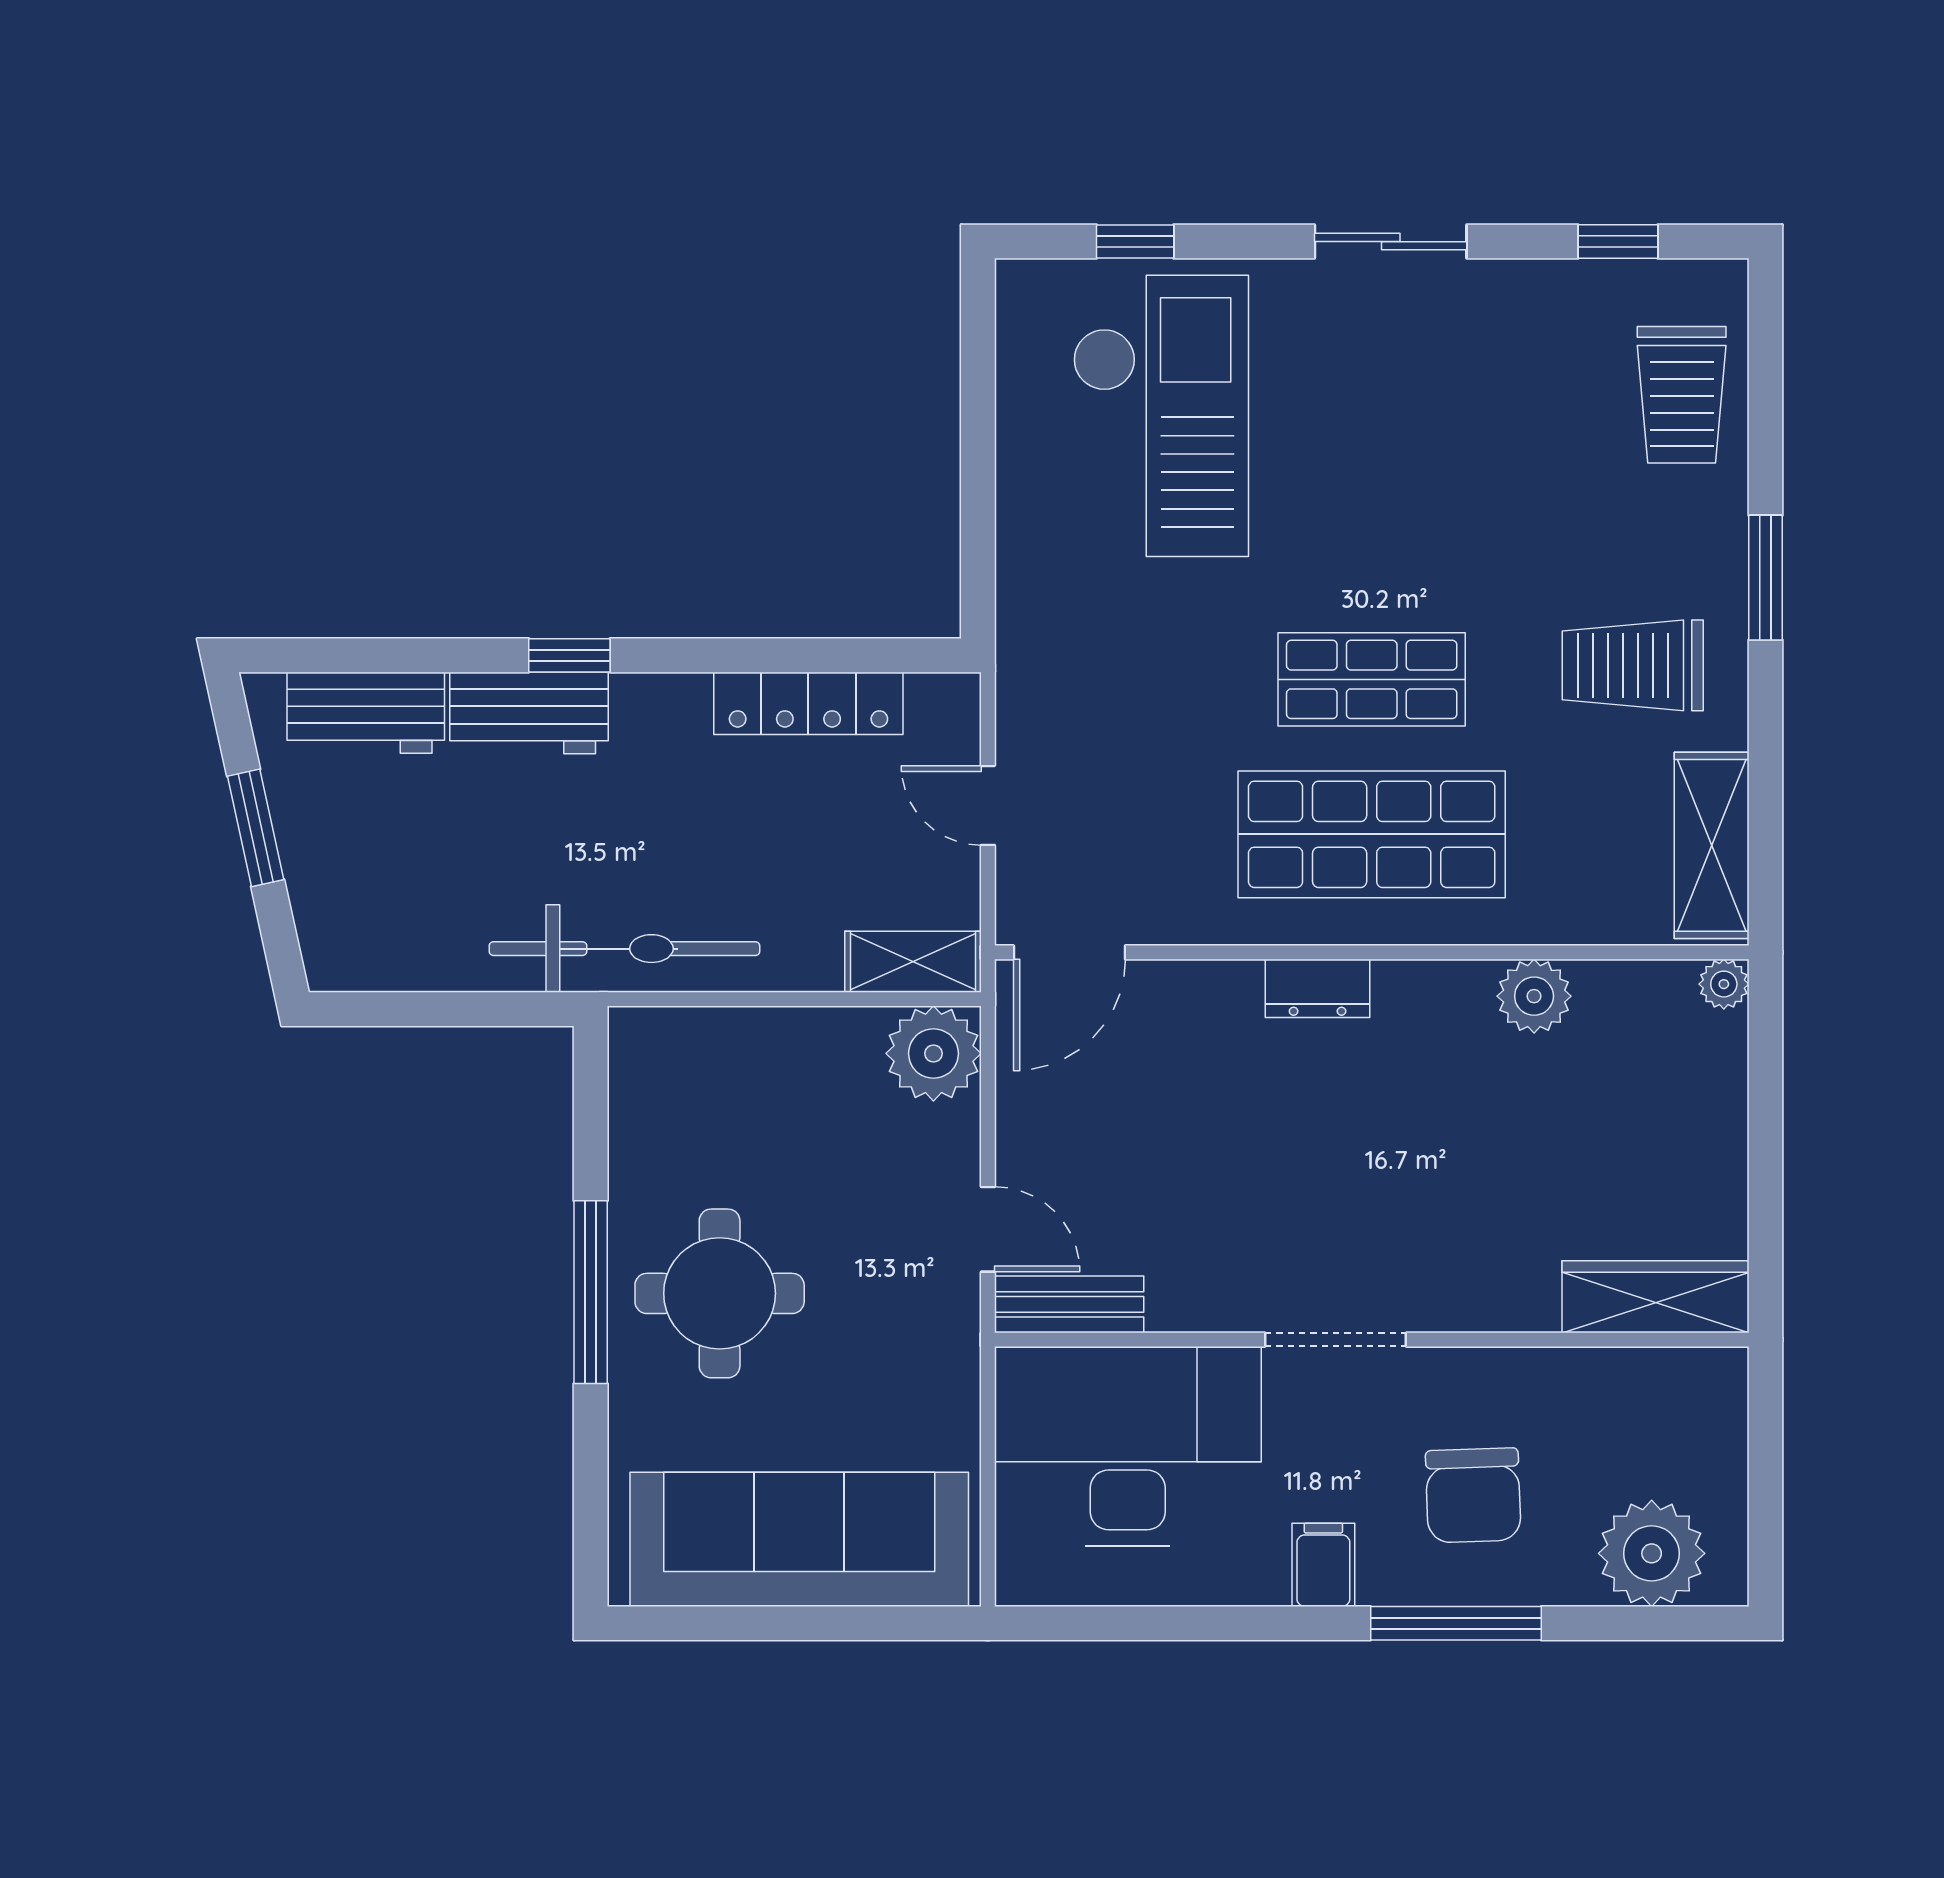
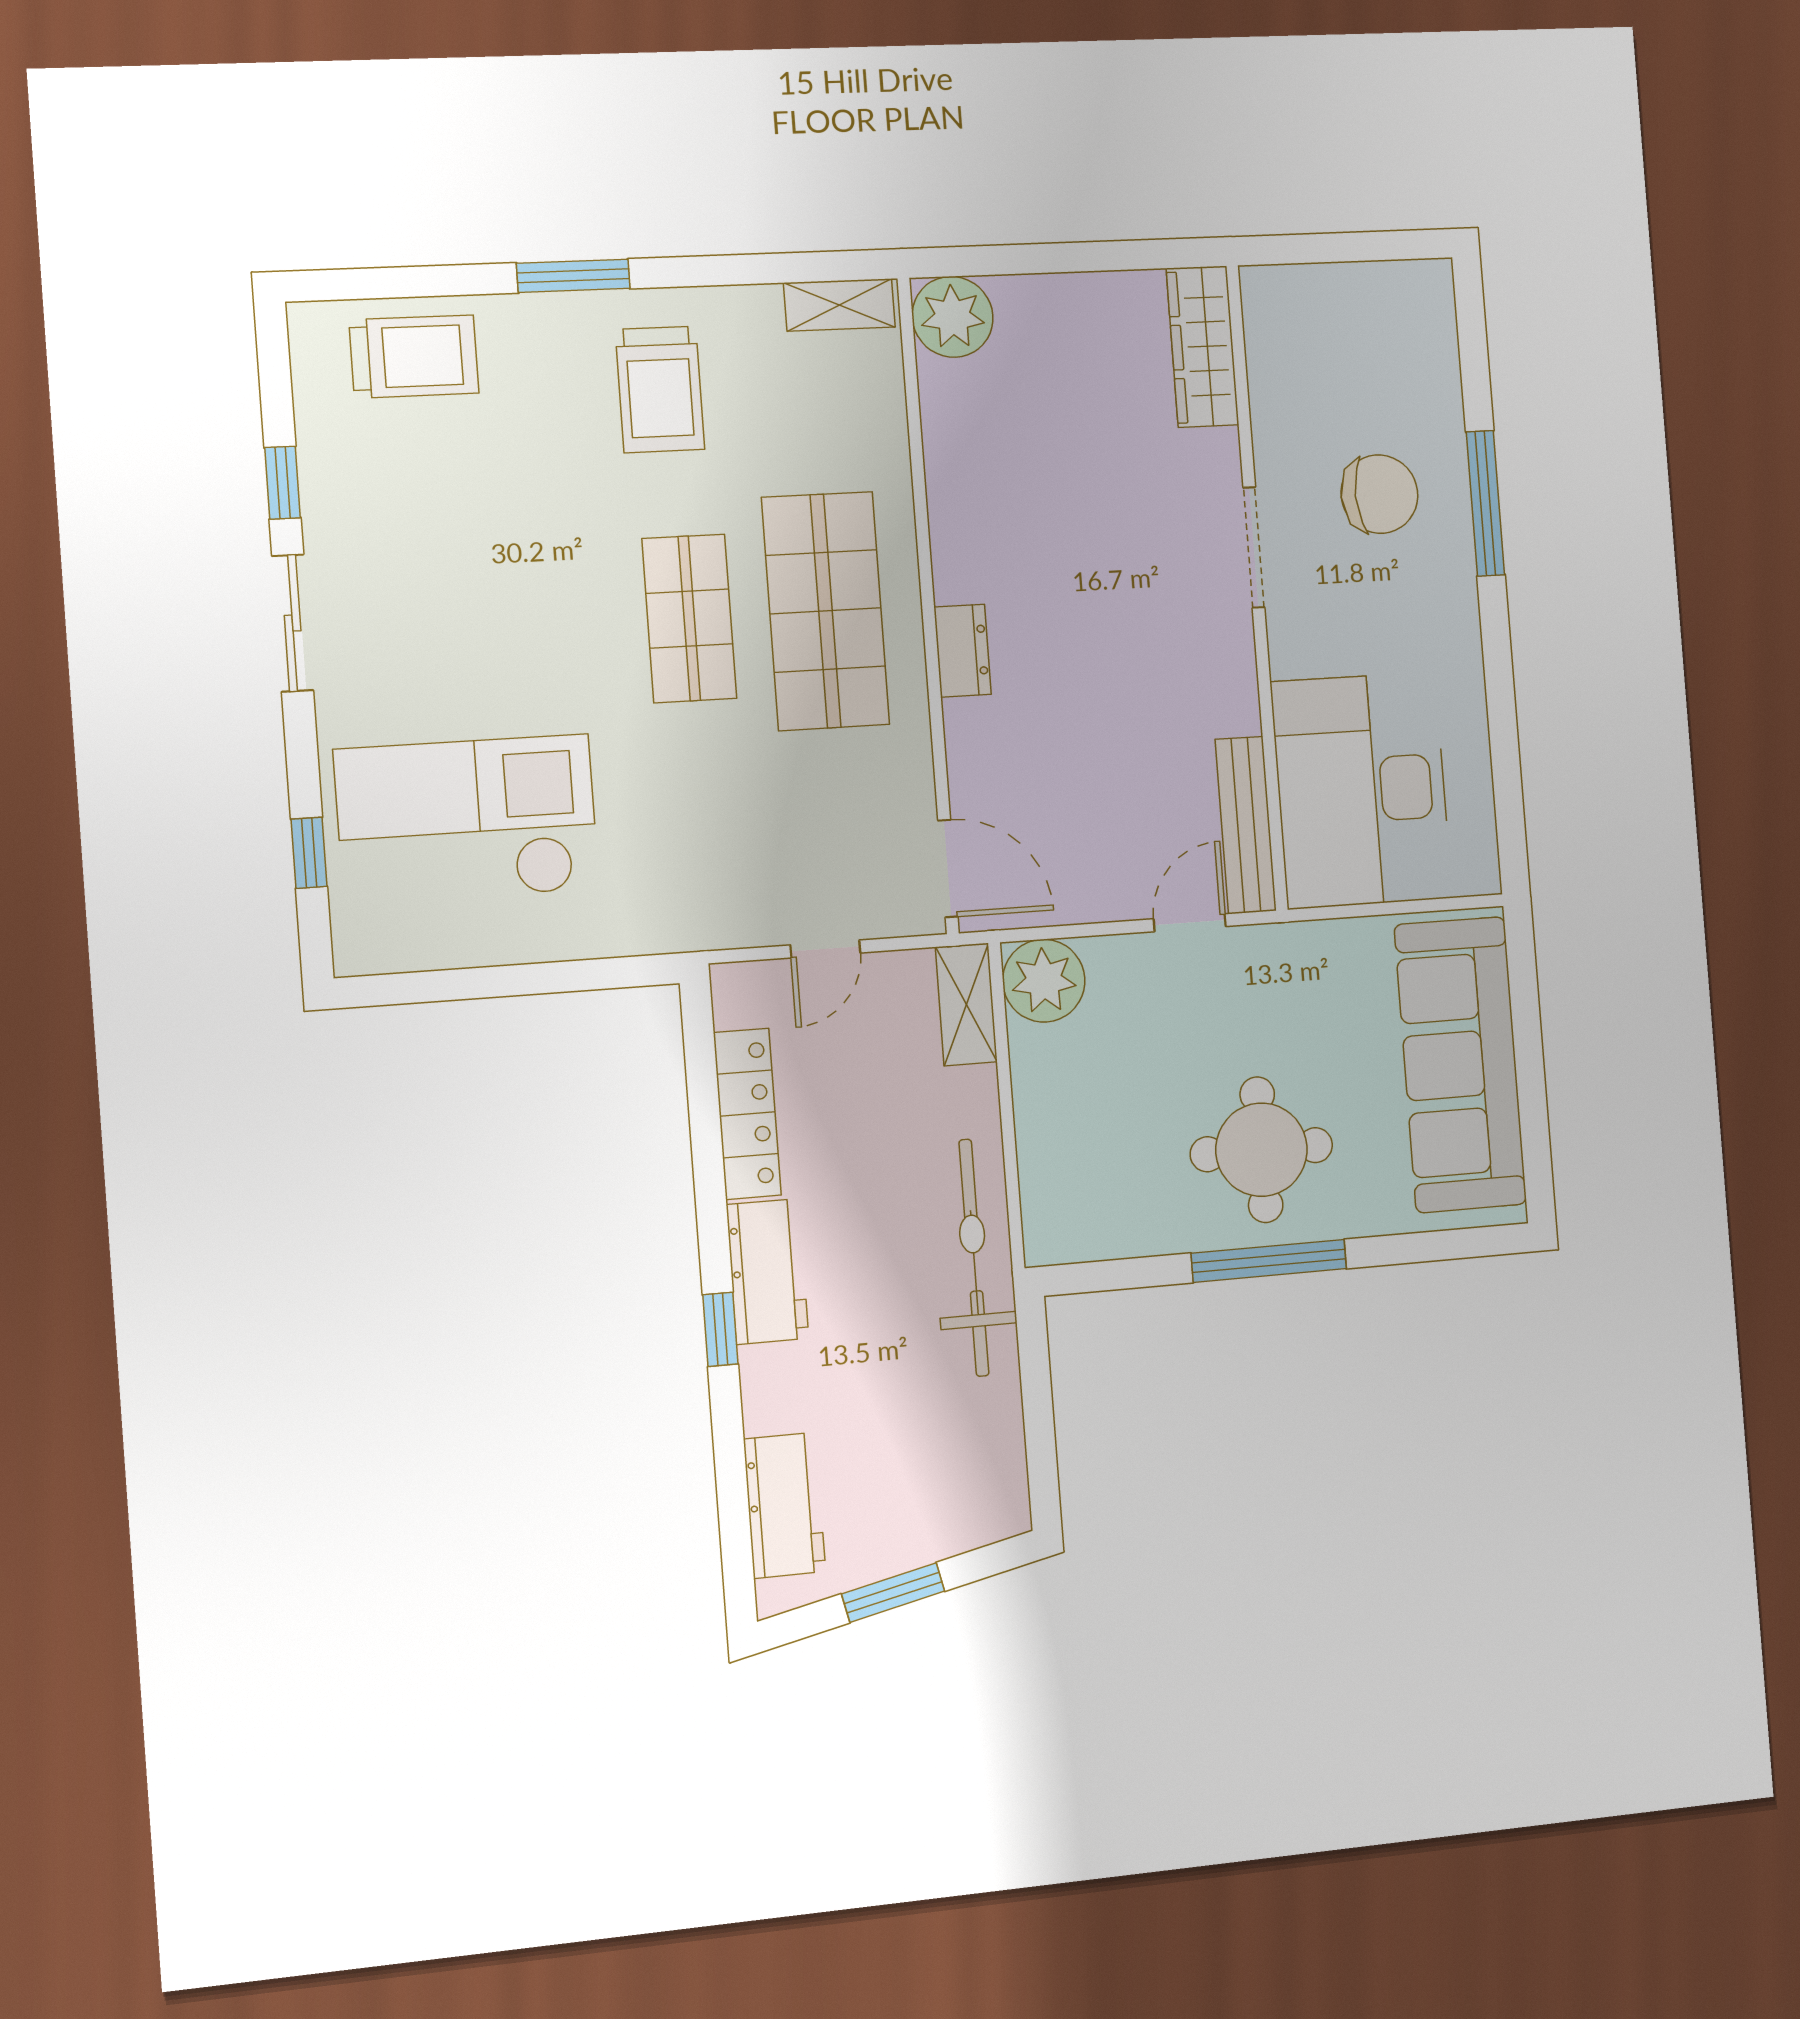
window: (1618, 242) -> (282, 483), moved
workbench: (529, 713) -> (767, 1271), moved
shelving: (1712, 845) -> (839, 305), width x0.67, depth x0.75
plant: (1724, 984) -> (953, 317), width x1.88, depth x1.88
plant: (1534, 996) -> (955, 463), removed
bench: (1069, 1304) -> (1246, 825), width x1.36
doorway: (1336, 1340) -> (1254, 547), moved
plant: (1652, 1553) -> (1415, 341), removed
filing cabinet: (1323, 1565) -> (1446, 618), removed

